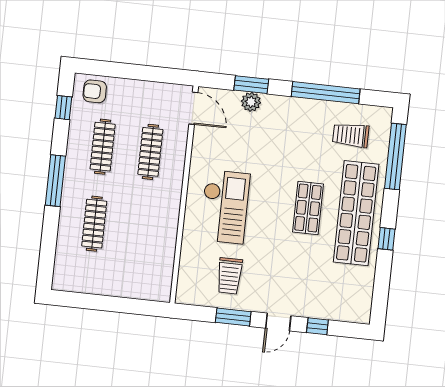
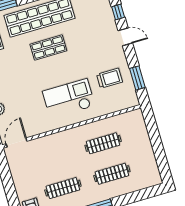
clothes rail: (150, 152) -> (103, 143), moved
window: (233, 317) -> (137, 78), moved

